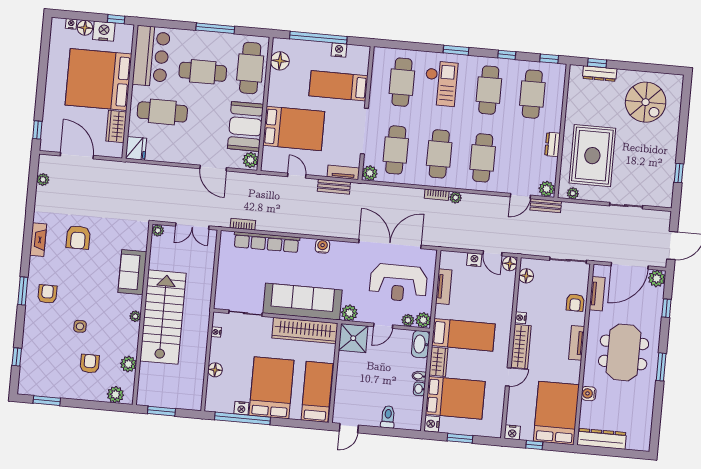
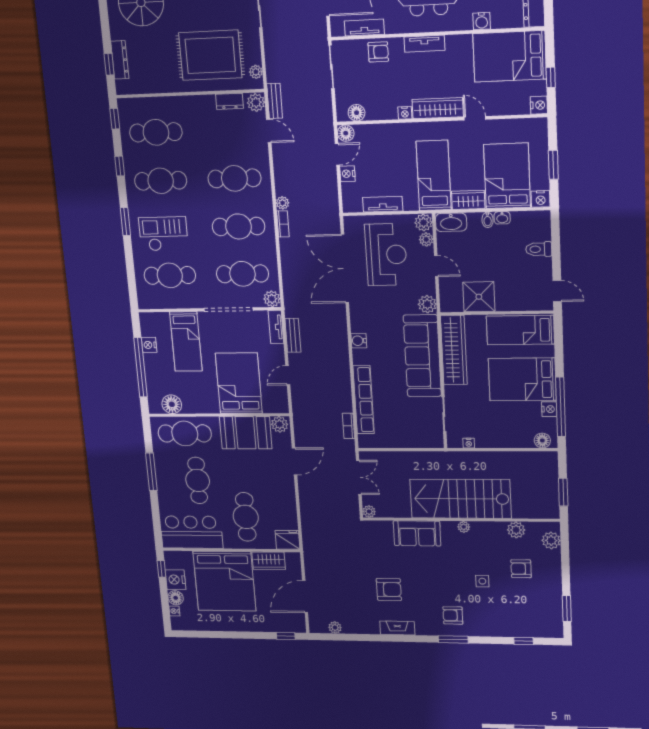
dresser: (553, 144) -> (229, 101), moved
shower: (353, 338) -> (479, 297), moved
floor lamp: (215, 370) -> (542, 440), moved

